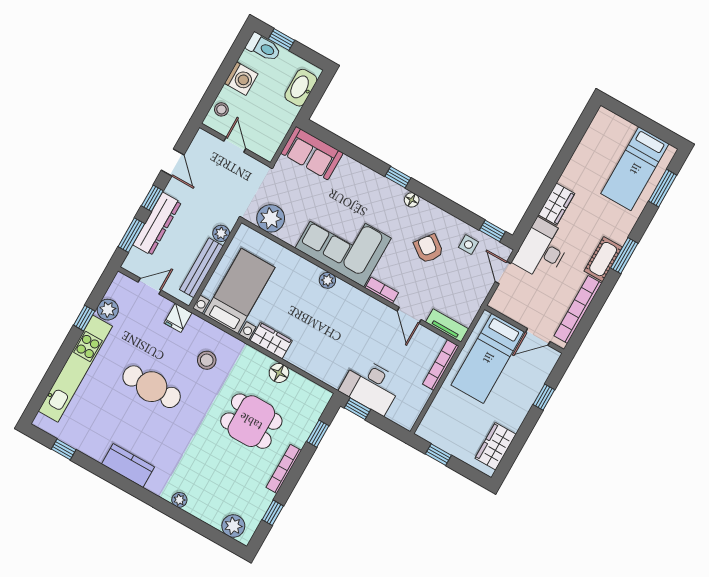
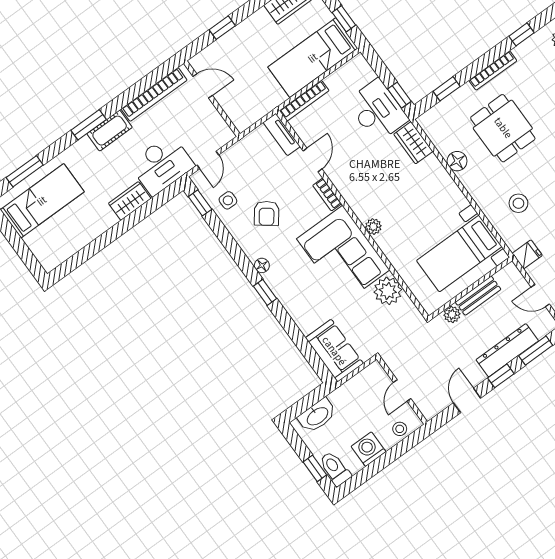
plant: (271, 218) -> (388, 291), moved
bench: (201, 268) -> (478, 296), width x0.73
wardrobe: (271, 341) -> (413, 143), moved
bed: (488, 358) -> (313, 58), moved, turned 180

